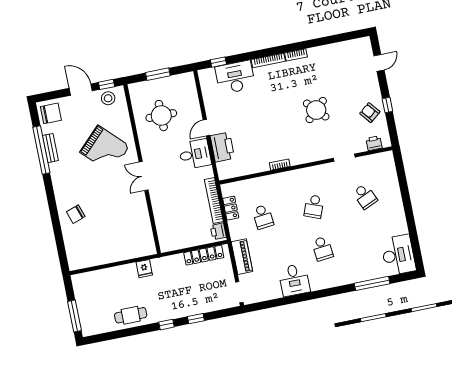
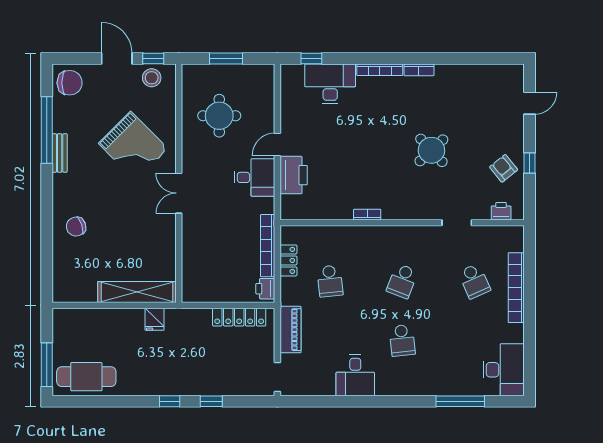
bench: (50, 148) -> (60, 153), moved
bookcase: (396, 195) -> (516, 288), added
shelving: (128, 252) -> (137, 292), added
cafe table: (131, 315) -> (86, 377), moved, width x1.37, depth x1.35

